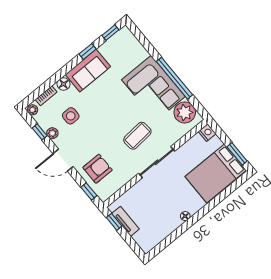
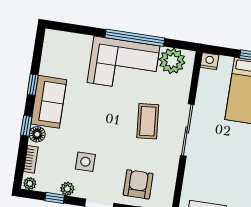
window: (110, 33) -> (26, 126), moved
side table: (71, 116) -> (85, 162), moved

